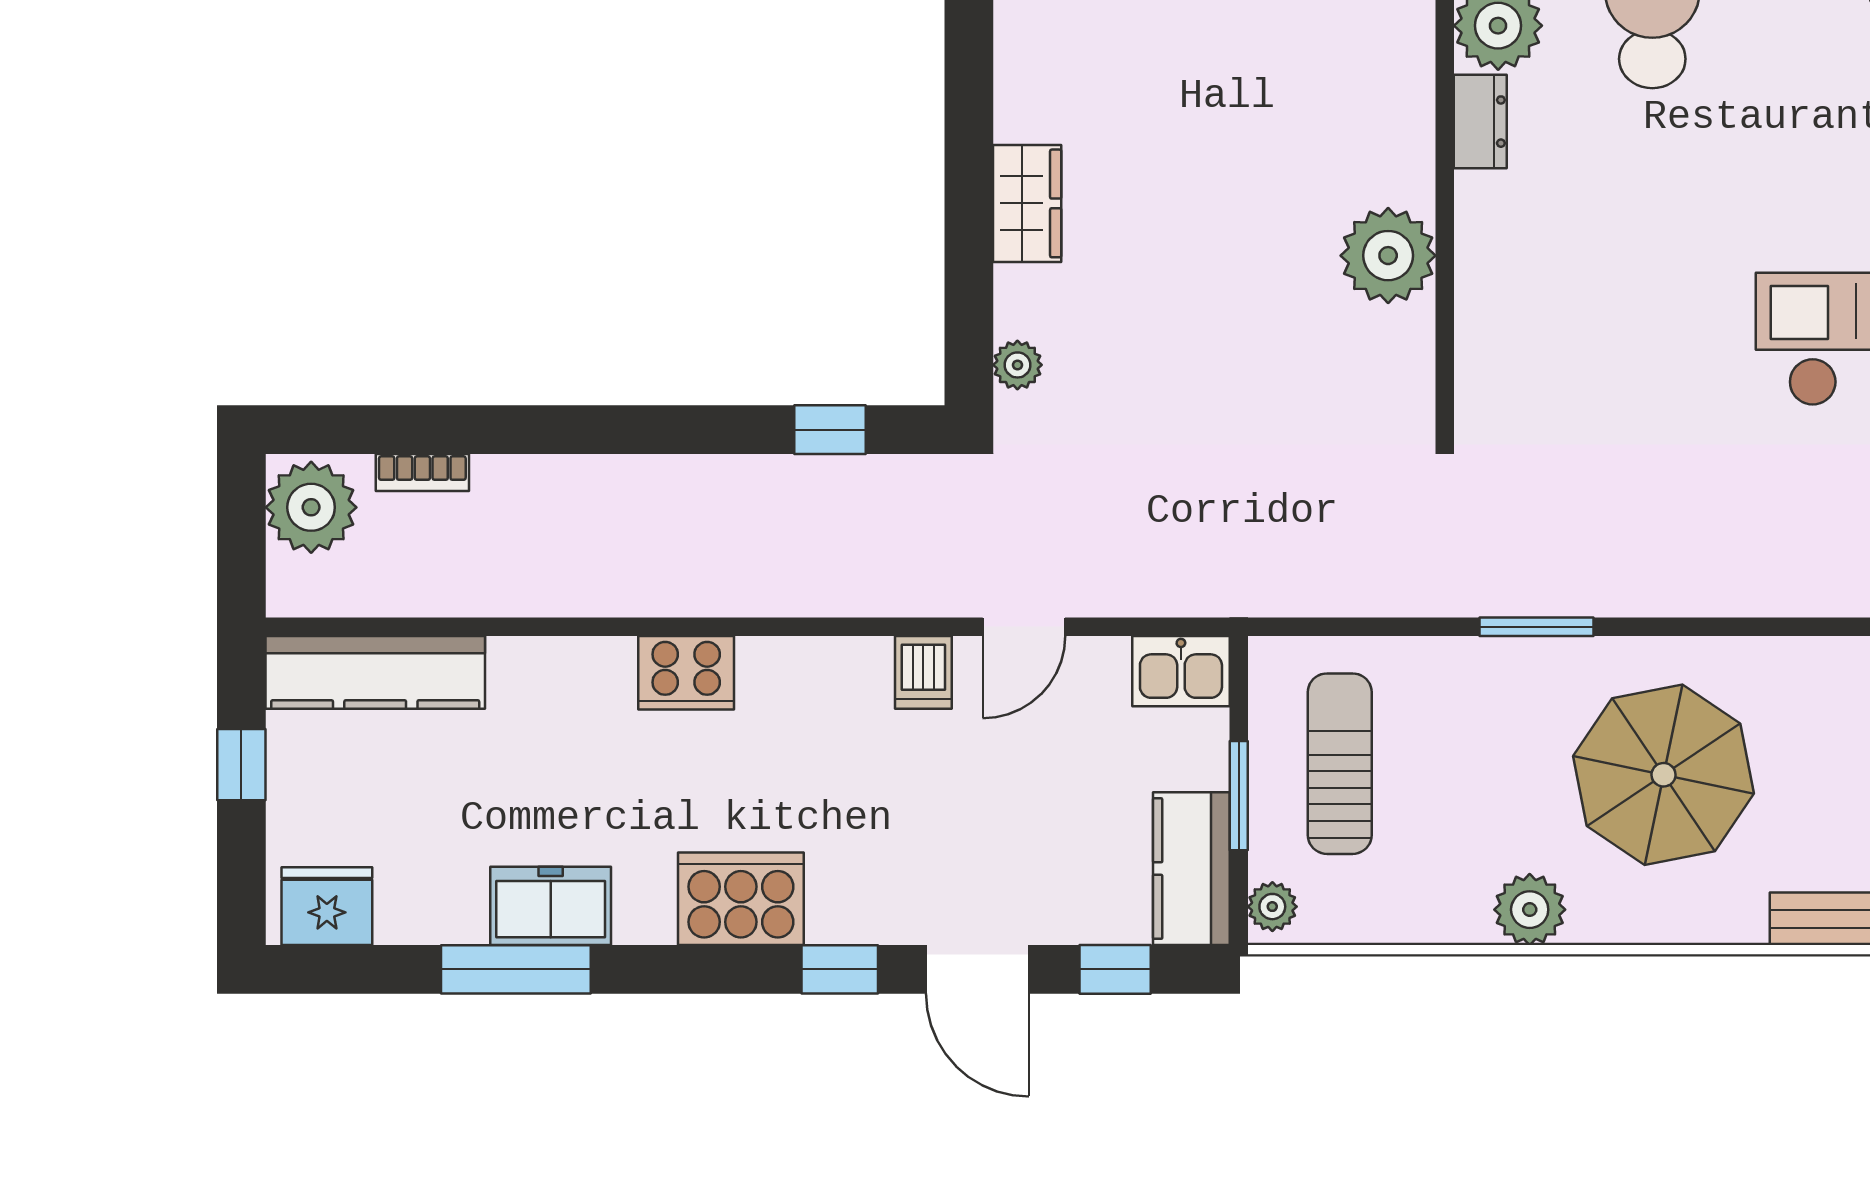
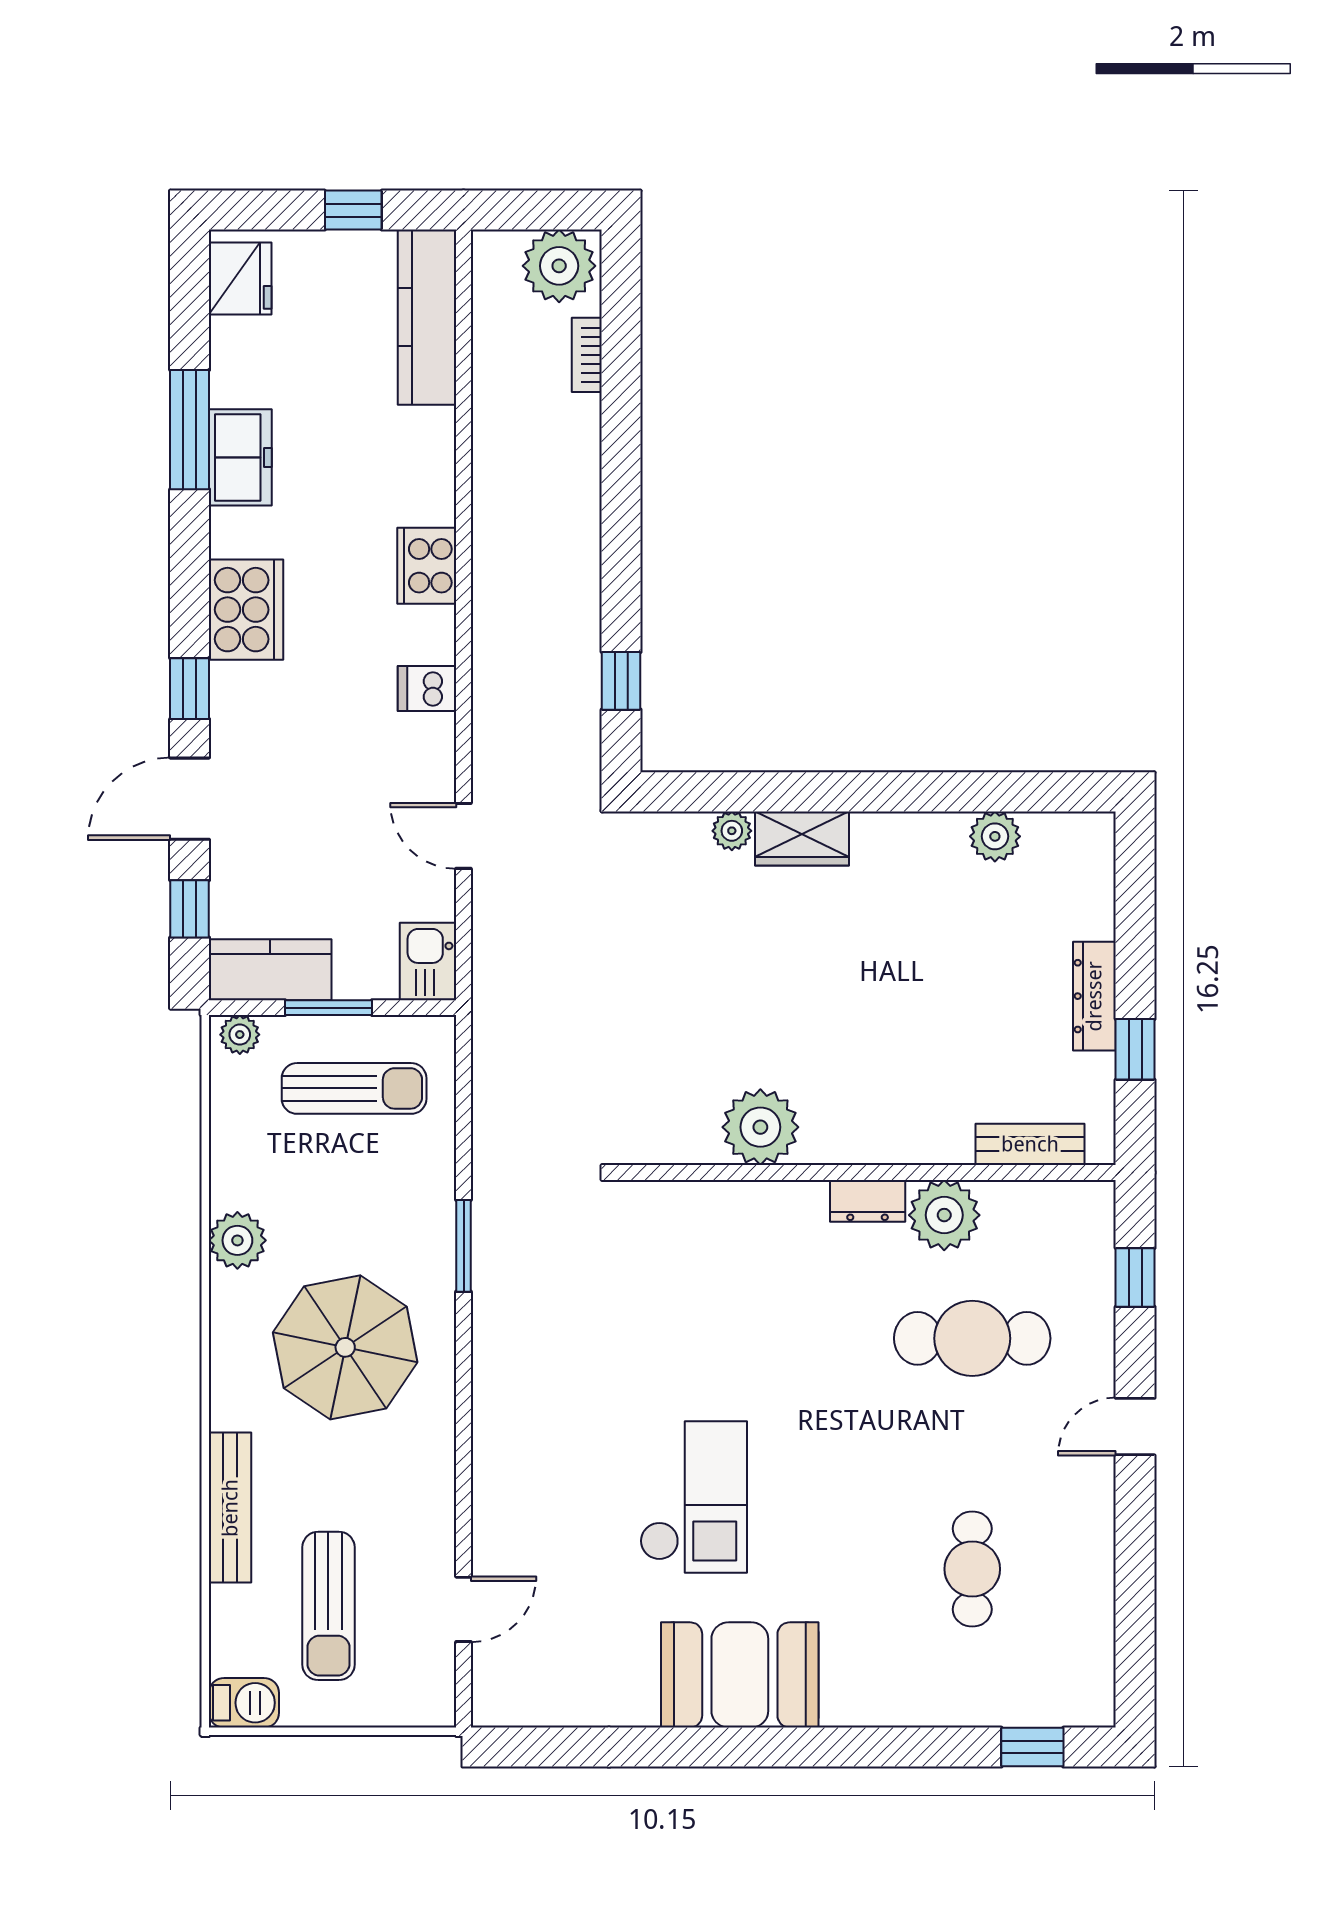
plant: (1017, 365) -> (732, 831), moved
dishwasher: (923, 672) -> (427, 689), moved

